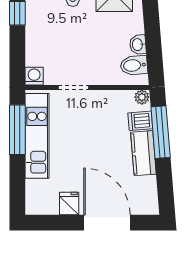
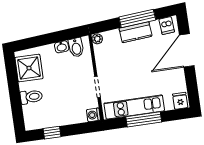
dishwasher: (140, 121) -> (167, 26), moved
window: (17, 130) -> (144, 119), moved
window: (161, 132) -> (137, 18), moved
fridge: (69, 204) -> (180, 101), moved, turned 90

